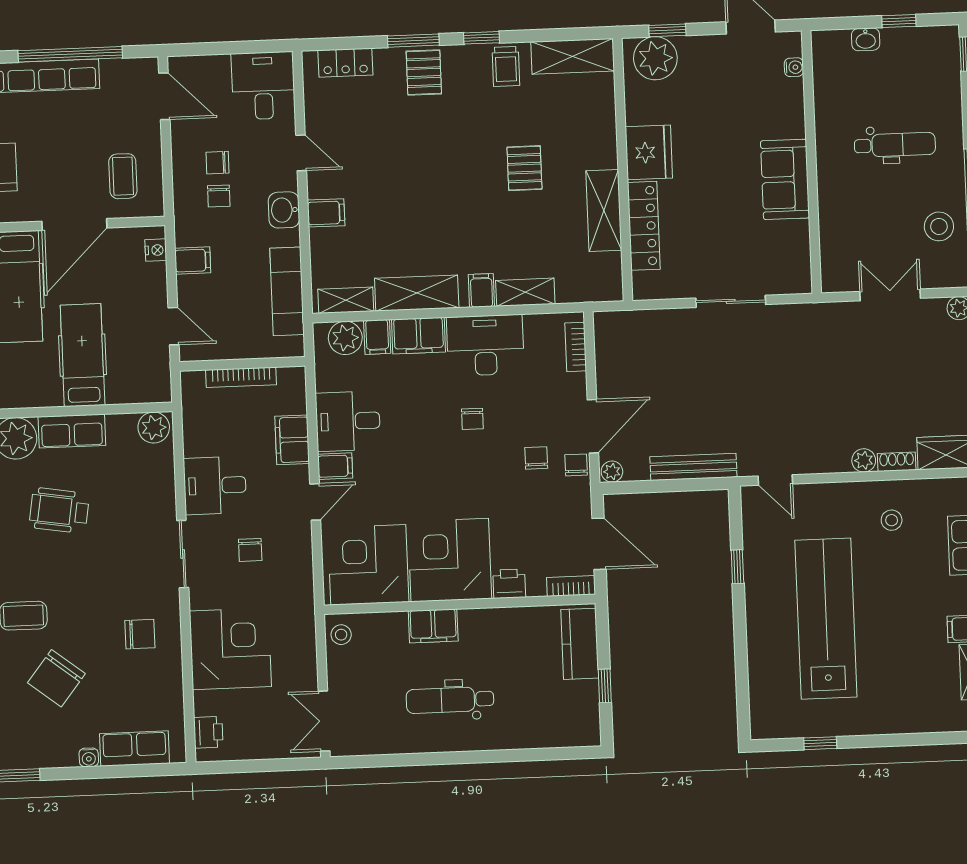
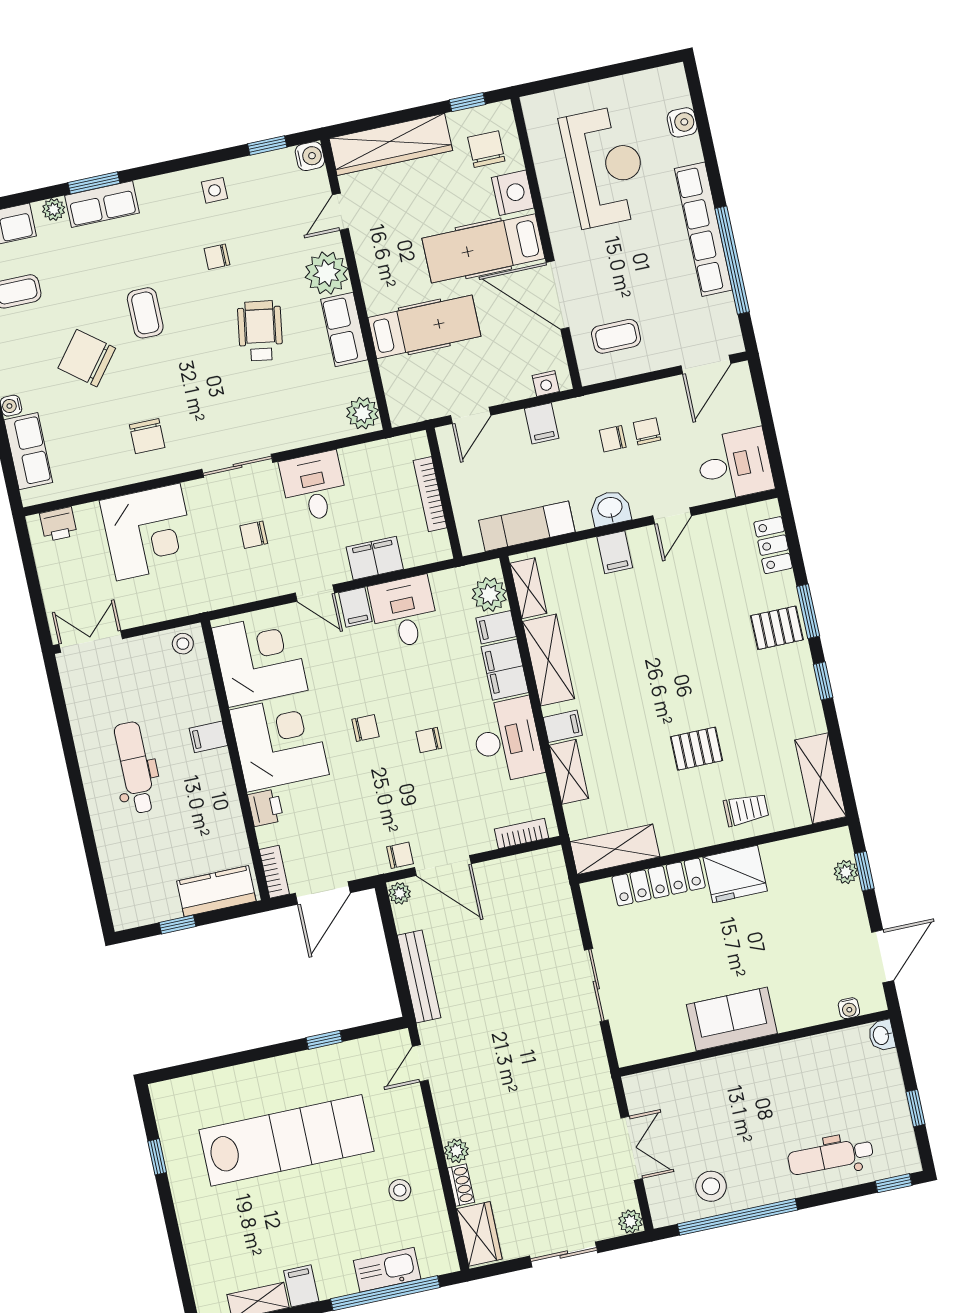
washbasin: (866, 39) -> (882, 1035), moved
plant: (655, 58) -> (846, 872), width x0.53, depth x0.53
trolley: (506, 66) -> (746, 809), moved, turned 180
dental chair: (895, 145) -> (831, 1156), moved, turned 91
shelving: (604, 210) -> (615, 849), moved
chair: (536, 458) -> (365, 728), moved
filing cabinet: (433, 626) -> (208, 737), width x0.50

